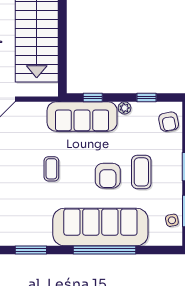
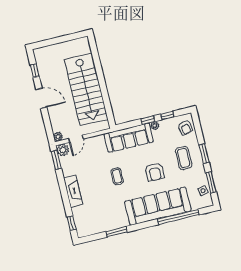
window: (93, 98) -> (148, 120), moved
coffee table: (141, 172) -> (184, 158), moved
window: (105, 250) -> (178, 217), moved

